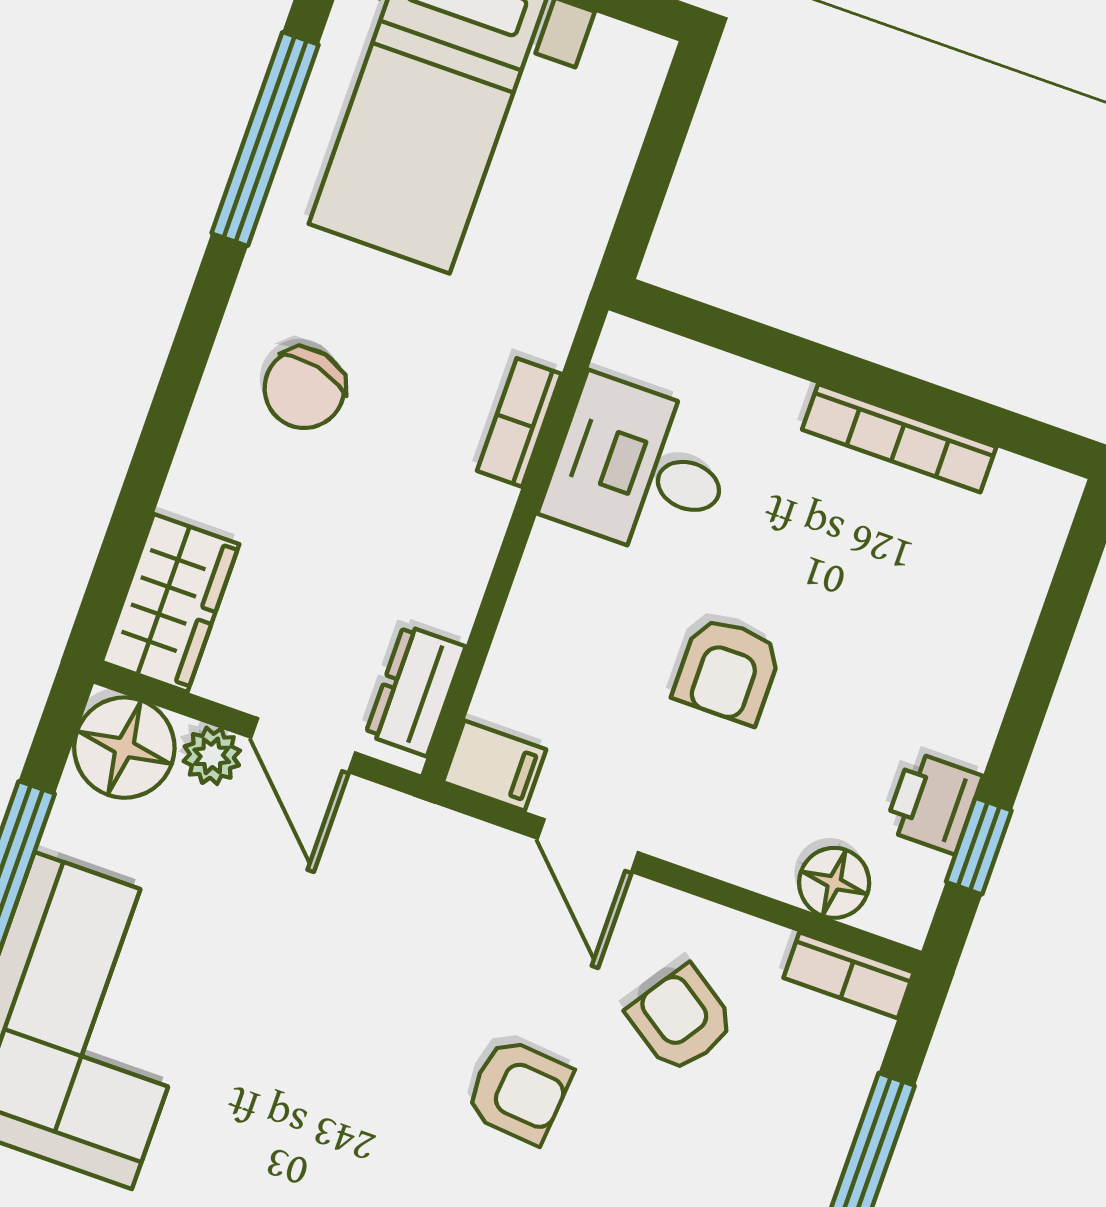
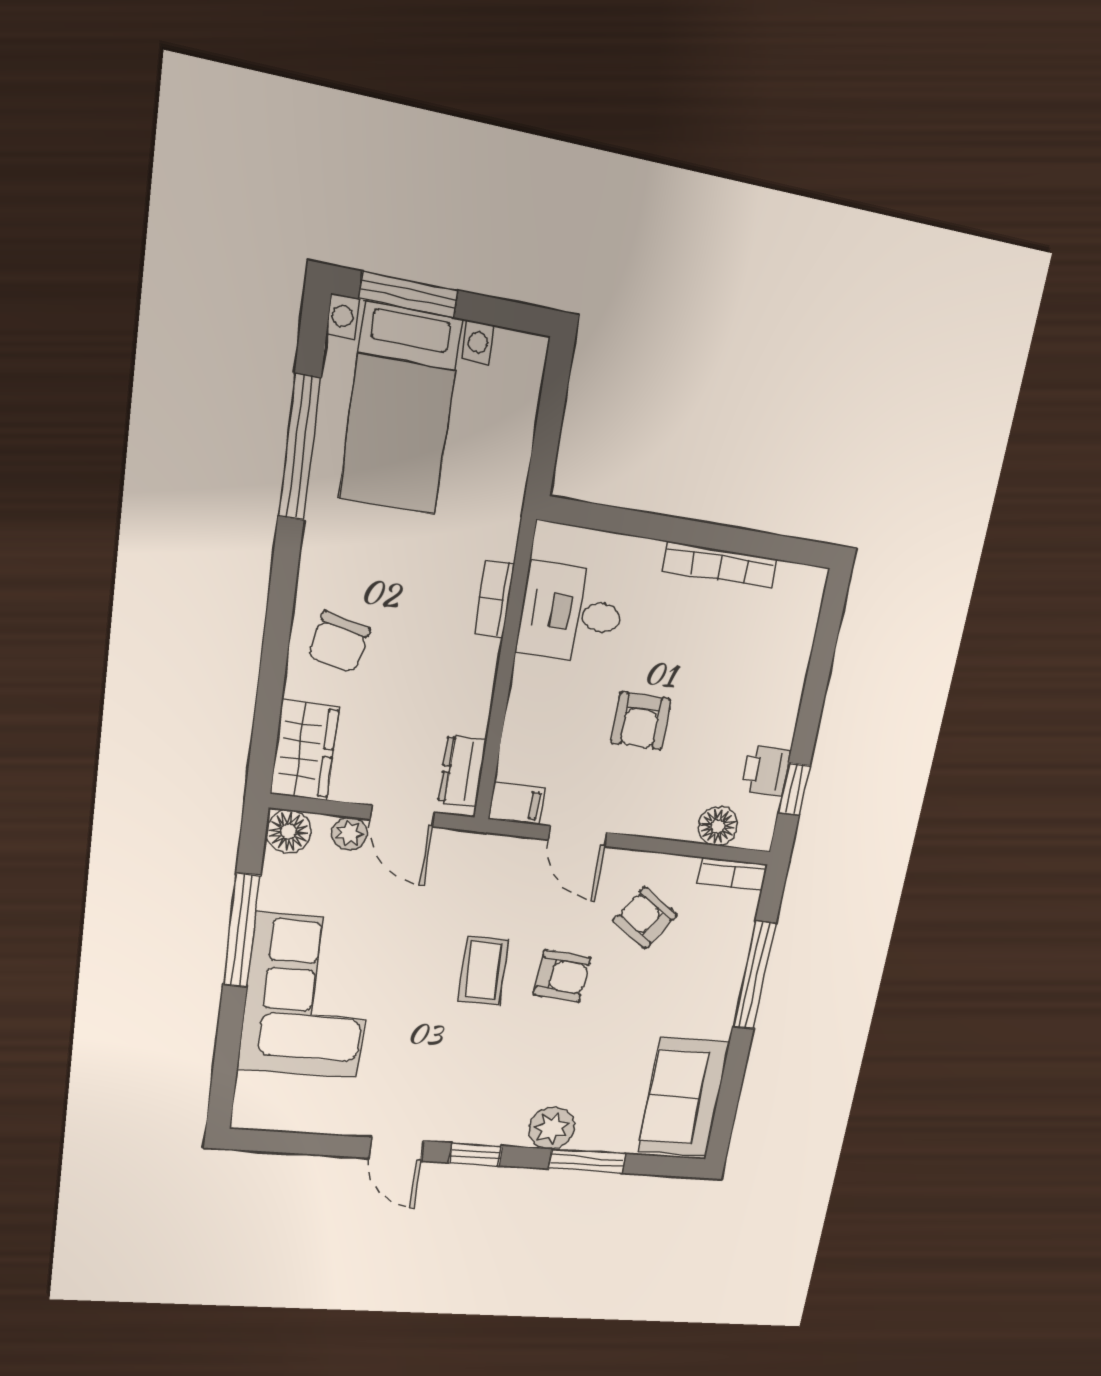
chair: (304, 388) -> (339, 643), moved
floor lamp: (124, 748) -> (288, 831), width x0.73, depth x0.73
coffee table: (385, 1048) -> (483, 971), added

